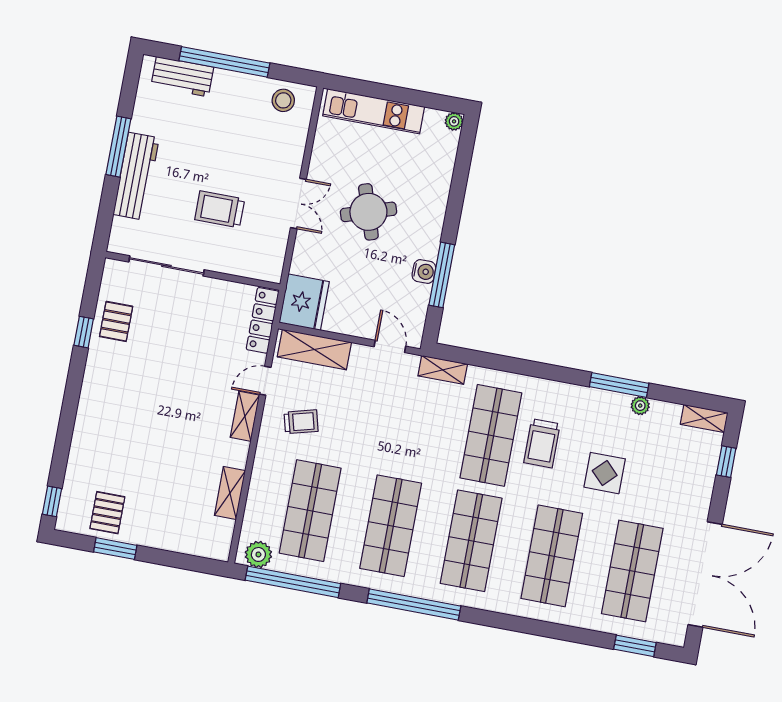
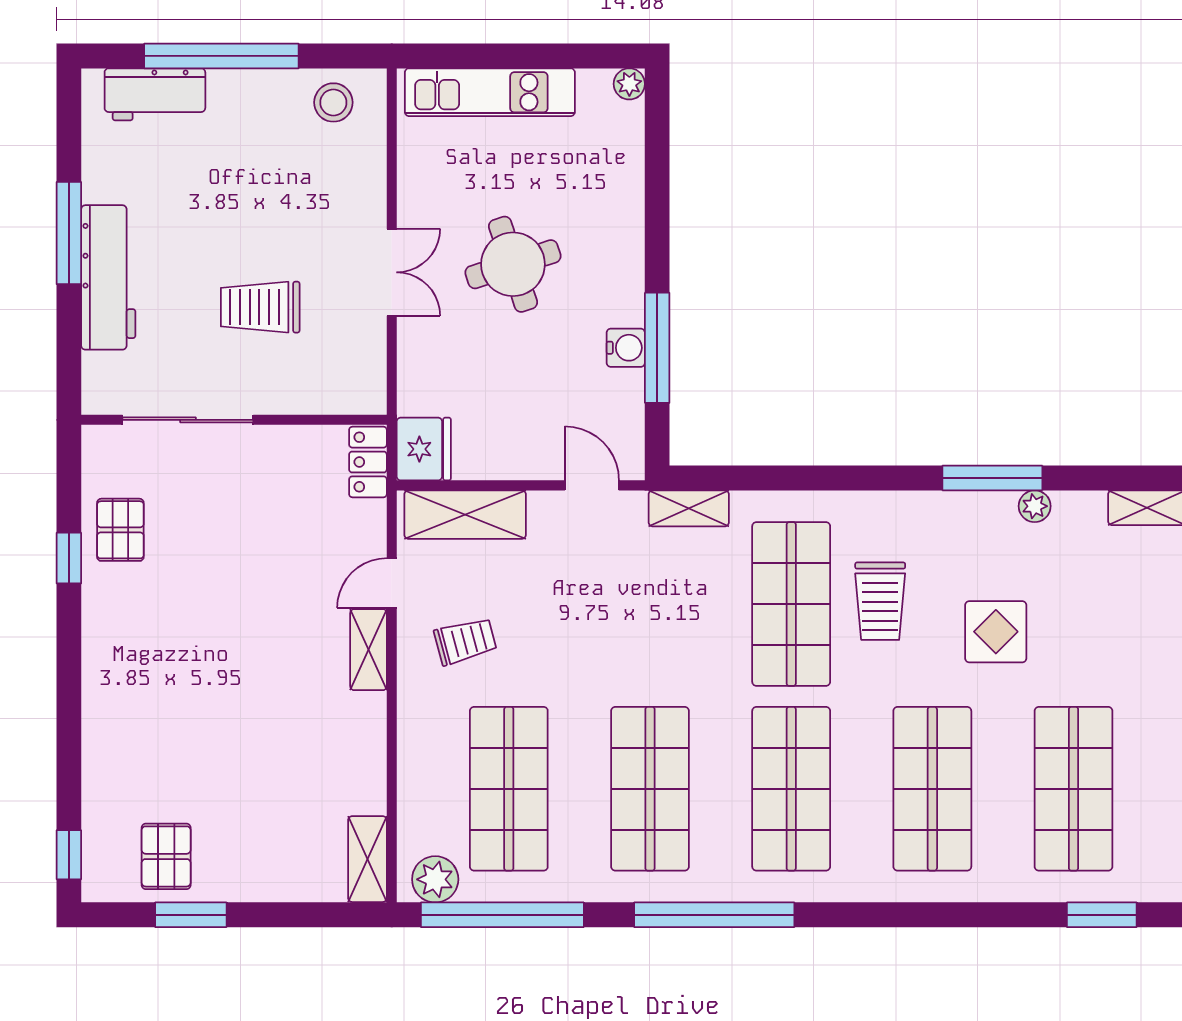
fridge: (304, 302) -> (424, 449), width x0.73, depth x0.75
locker: (263, 320) -> (368, 462), width x0.66
shelving: (230, 493) -> (367, 859), moved

